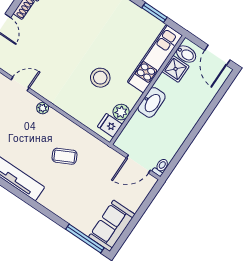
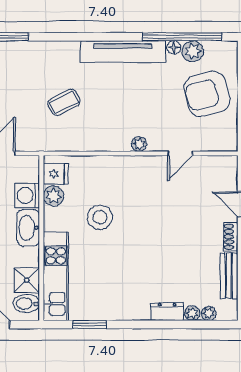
washing machine: (138, 124) -> (27, 195), added
coffee table: (65, 156) -> (64, 102), moved

